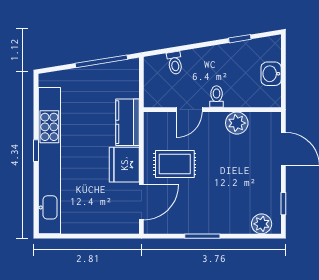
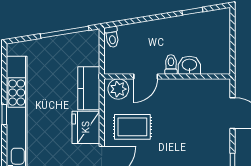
toilet: (175, 63) -> (112, 37), moved
washbasin: (271, 74) -> (189, 65), moved, turned 90
plant: (237, 123) -> (118, 89), moved

